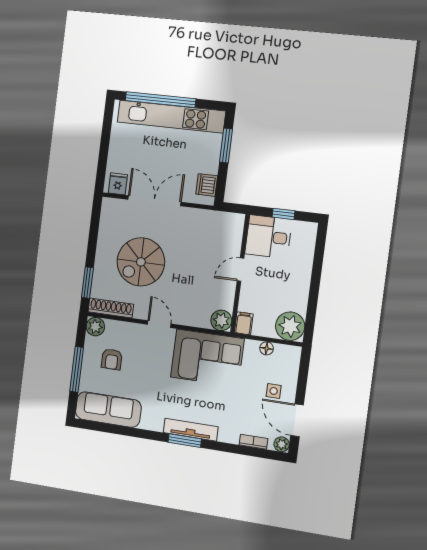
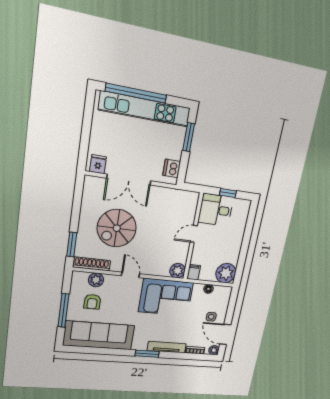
double door: (154, 201) -> (129, 180), swing flipped
plant: (95, 327) -> (96, 280), moved
sofa: (108, 410) -> (99, 335), width x1.36, depth x1.27
tv unit: (191, 430) -> (167, 347), moved

